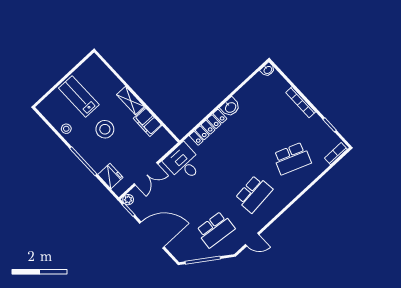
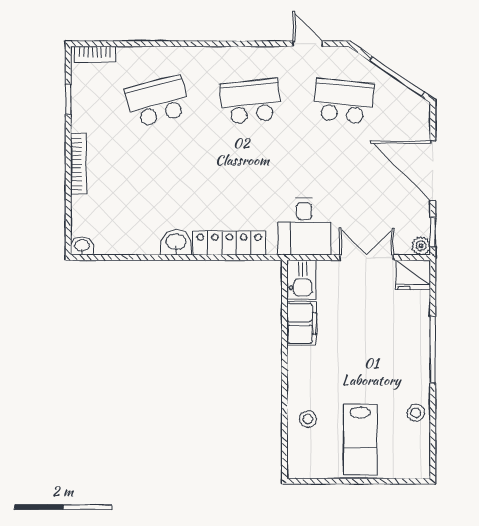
shelving: (130, 101) -> (298, 372), removed
stool: (105, 129) -> (308, 419), moved, width x0.53, depth x0.53
kitchen sink: (164, 140) -> (301, 280), added
school desk: (292, 158) -> (158, 101), turned -36
fridge: (110, 176) -> (413, 275), moved, turned -90

